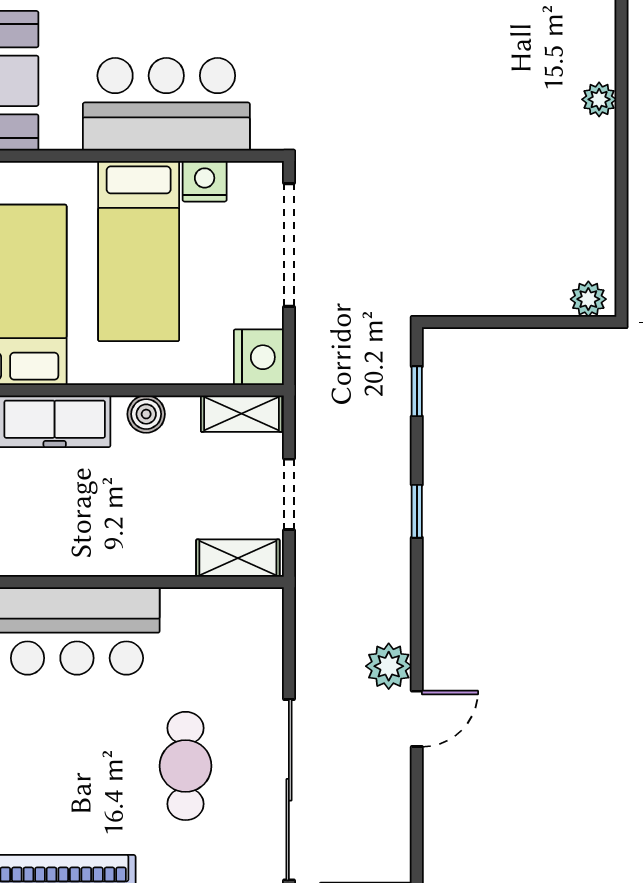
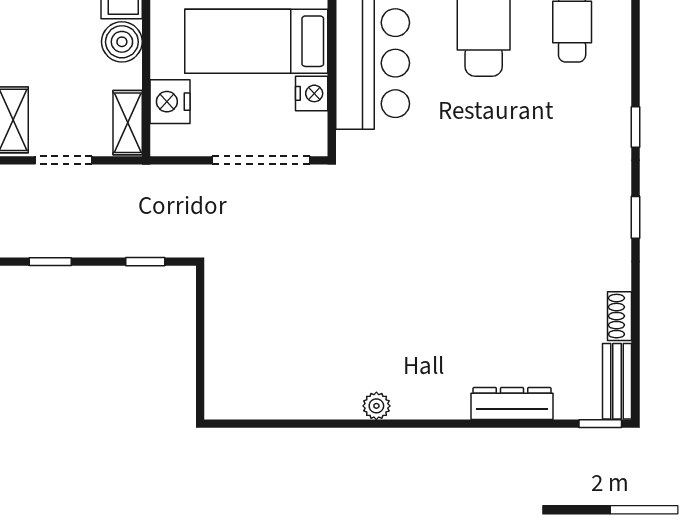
plant: (588, 299) -> (218, 397), removed
nightstand: (259, 357) -> (170, 102), moved, turned 90
boiler: (146, 414) -> (122, 42), width x1.36, depth x1.36

